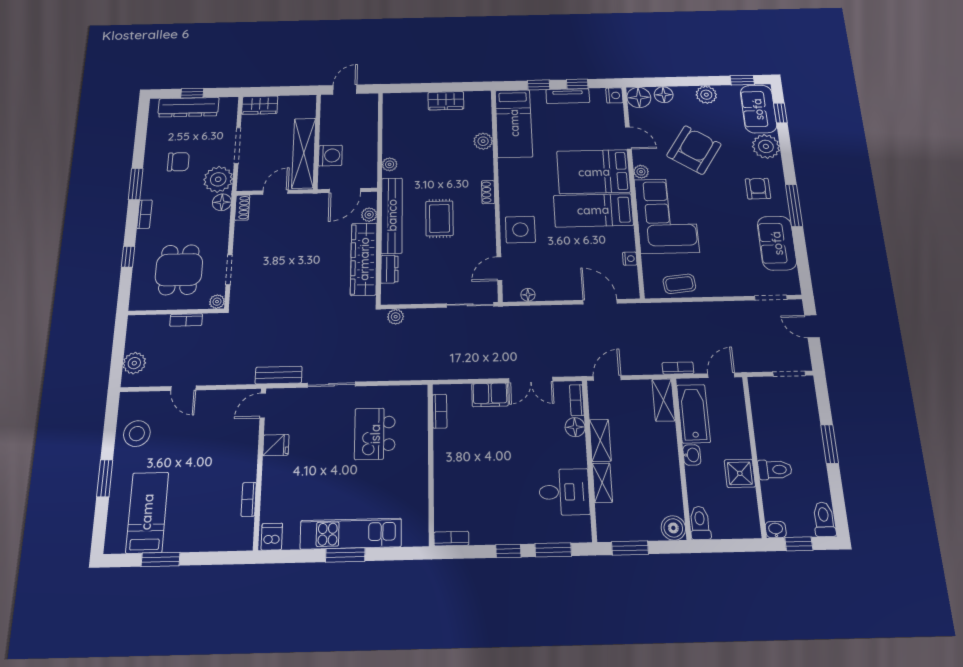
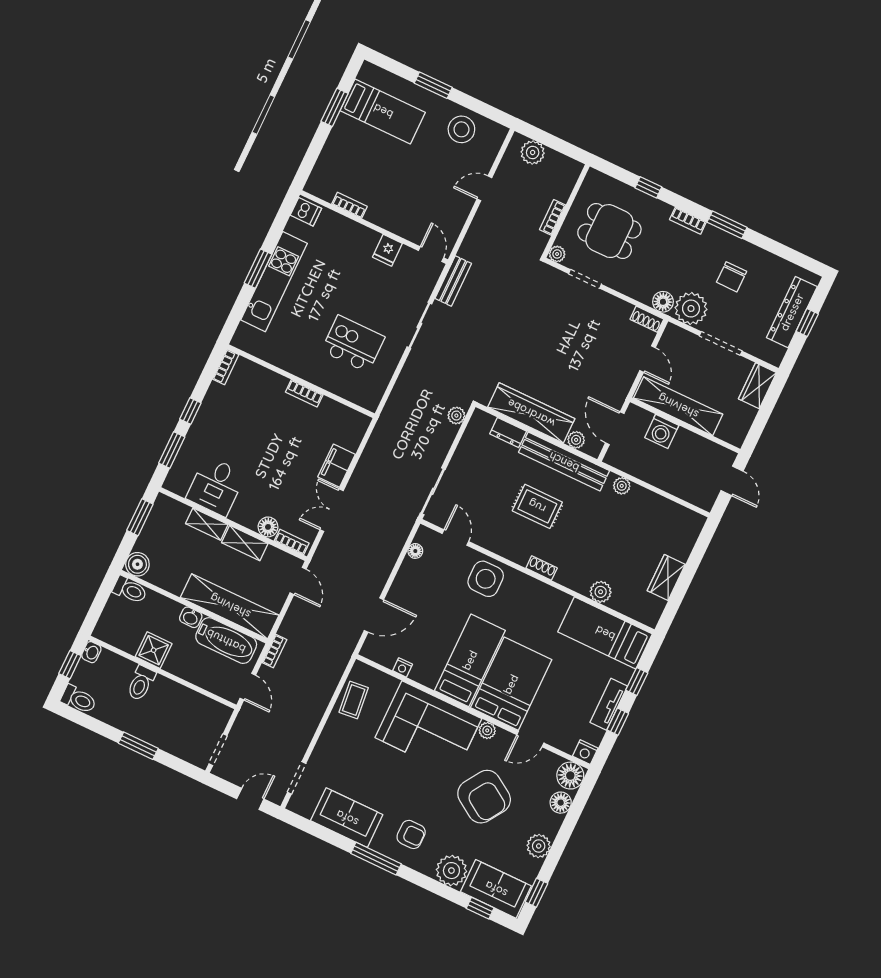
shelving: (663, 400) -> (230, 606), width x2.20, depth x1.33
bookcase: (440, 411) -> (304, 393), moved

